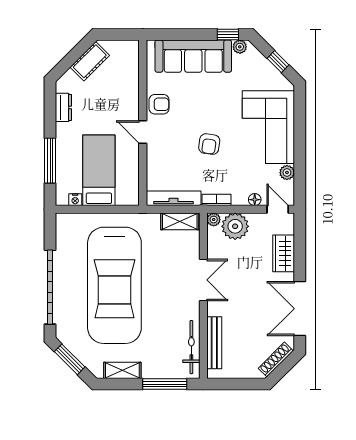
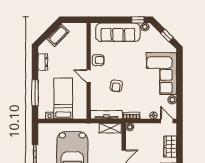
armchair: (209, 144) -> (116, 86), moved
plant: (235, 226) -> (142, 131), removed

